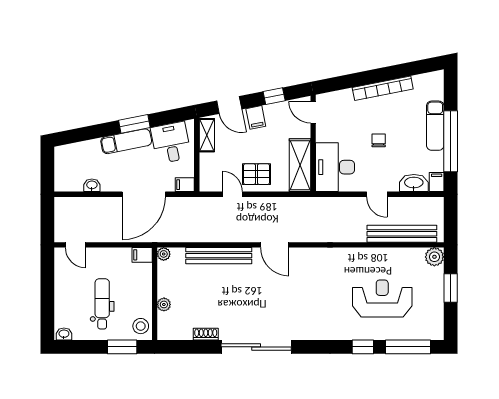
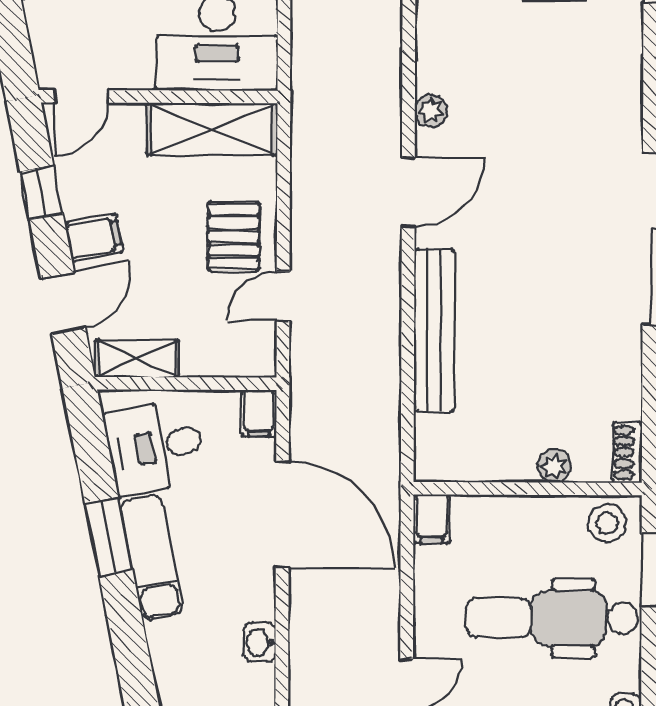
plant: (164, 254) -> (431, 111), moved
dental chair: (102, 304) -> (552, 618), width x1.36, depth x1.38
shoe rack: (206, 334) -> (627, 452), moved

